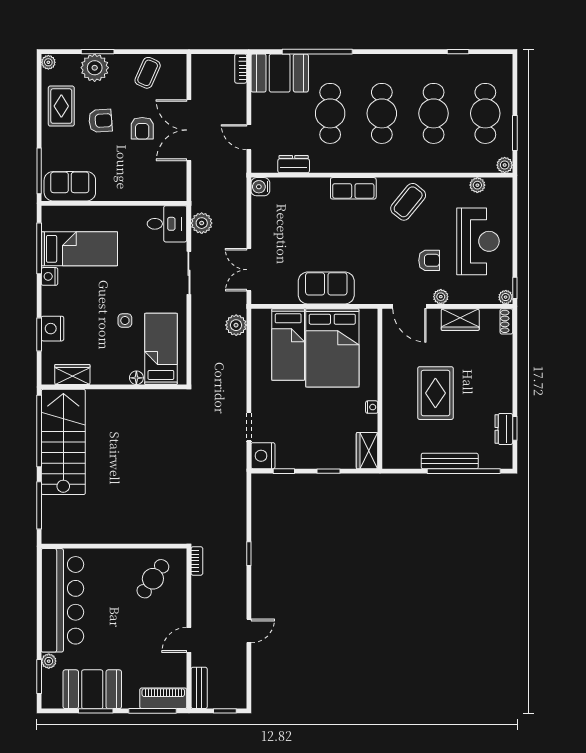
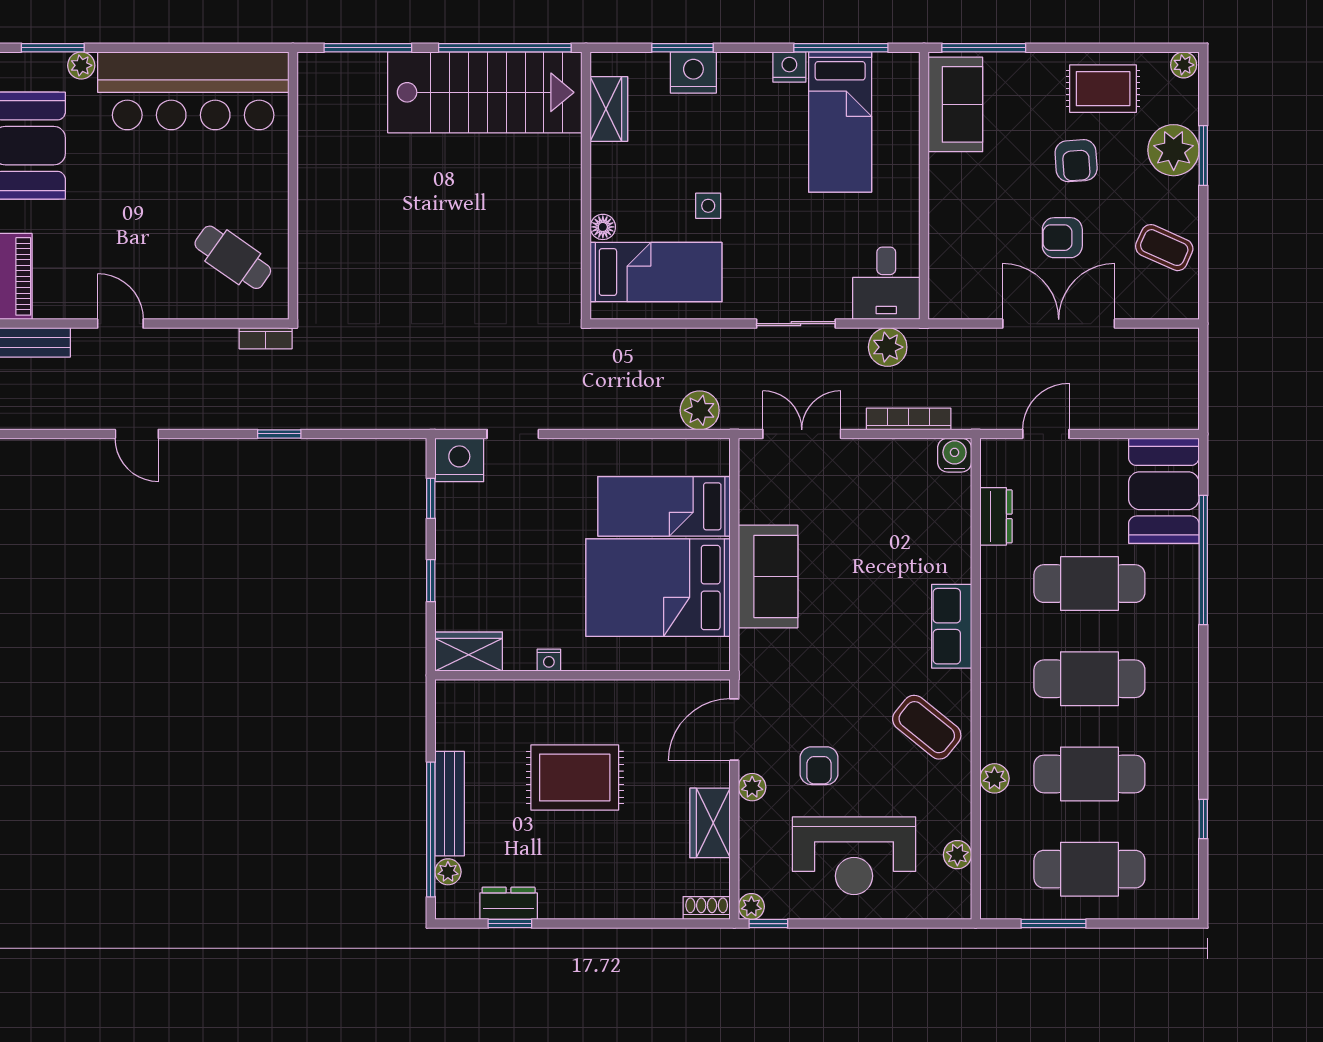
bookcase: (241, 69) -> (909, 419), moved, width x1.56
plant: (505, 165) -> (994, 778), moved
plant: (487, 462) -> (448, 872), added

